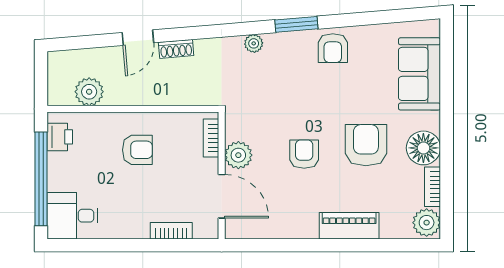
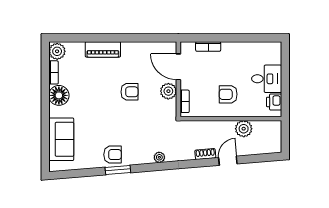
window: (296, 24) -> (118, 170), moved
armchair: (333, 48) -> (113, 155), turned 90
plant: (89, 92) -> (244, 129), moved
armchair: (366, 145) -> (93, 97), removed
armchair: (304, 154) -> (129, 92), turned -90
window: (41, 179) -> (285, 77), removed
desk: (72, 216) -> (267, 79), moved

